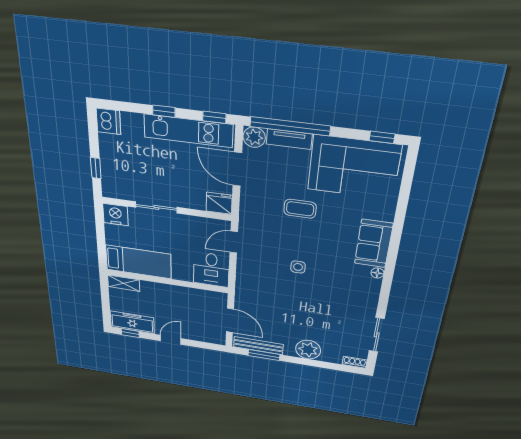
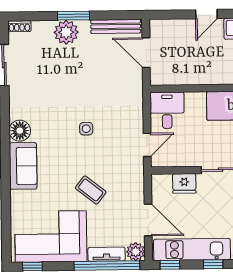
fridge: (219, 203) -> (184, 183), moved
coffee table: (300, 209) -> (91, 190), turned 38
floor lamp: (377, 273) -> (20, 131), width x1.89, depth x1.89
window: (264, 355) -> (74, 16), moved

